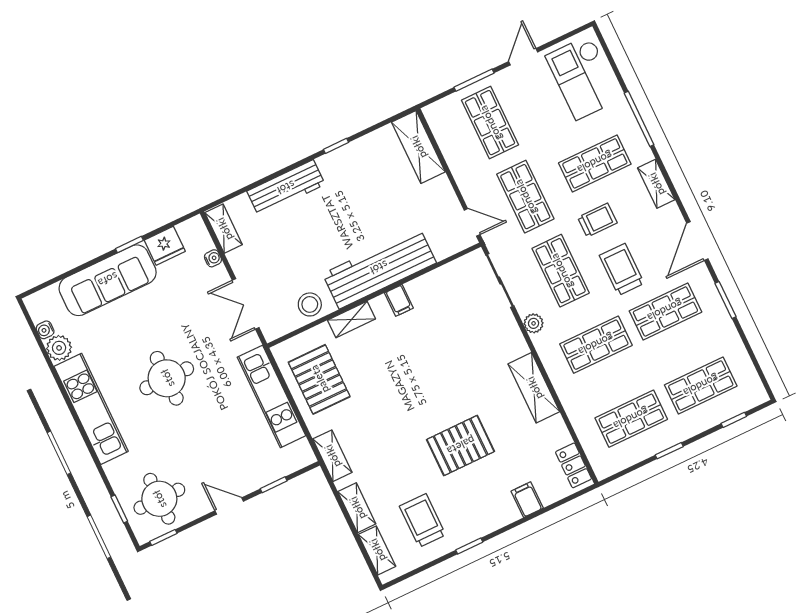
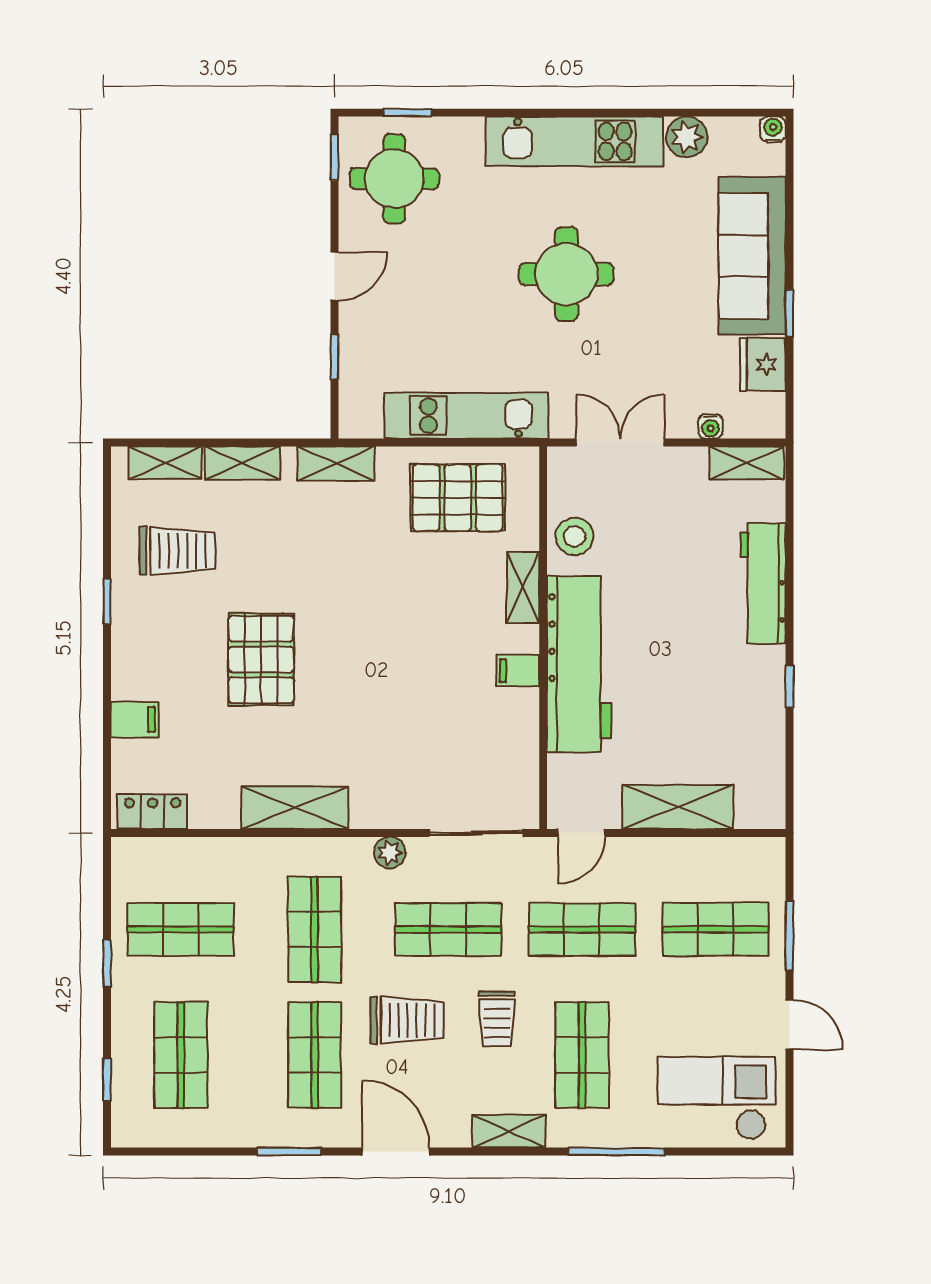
shelving: (418, 147) -> (678, 807), moved
water cooler: (45, 330) -> (773, 129), moved
shop shelf: (631, 419) -> (181, 929), turned 90

